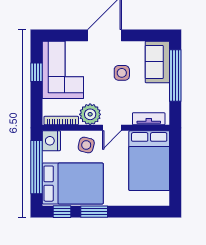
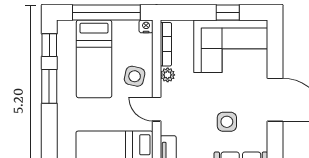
plant: (90, 114) -> (168, 75), width x0.53, depth x0.53
nightstand: (51, 141) -> (146, 26), width x0.53, depth x0.56
bed: (73, 184) -> (94, 59), width x0.67

